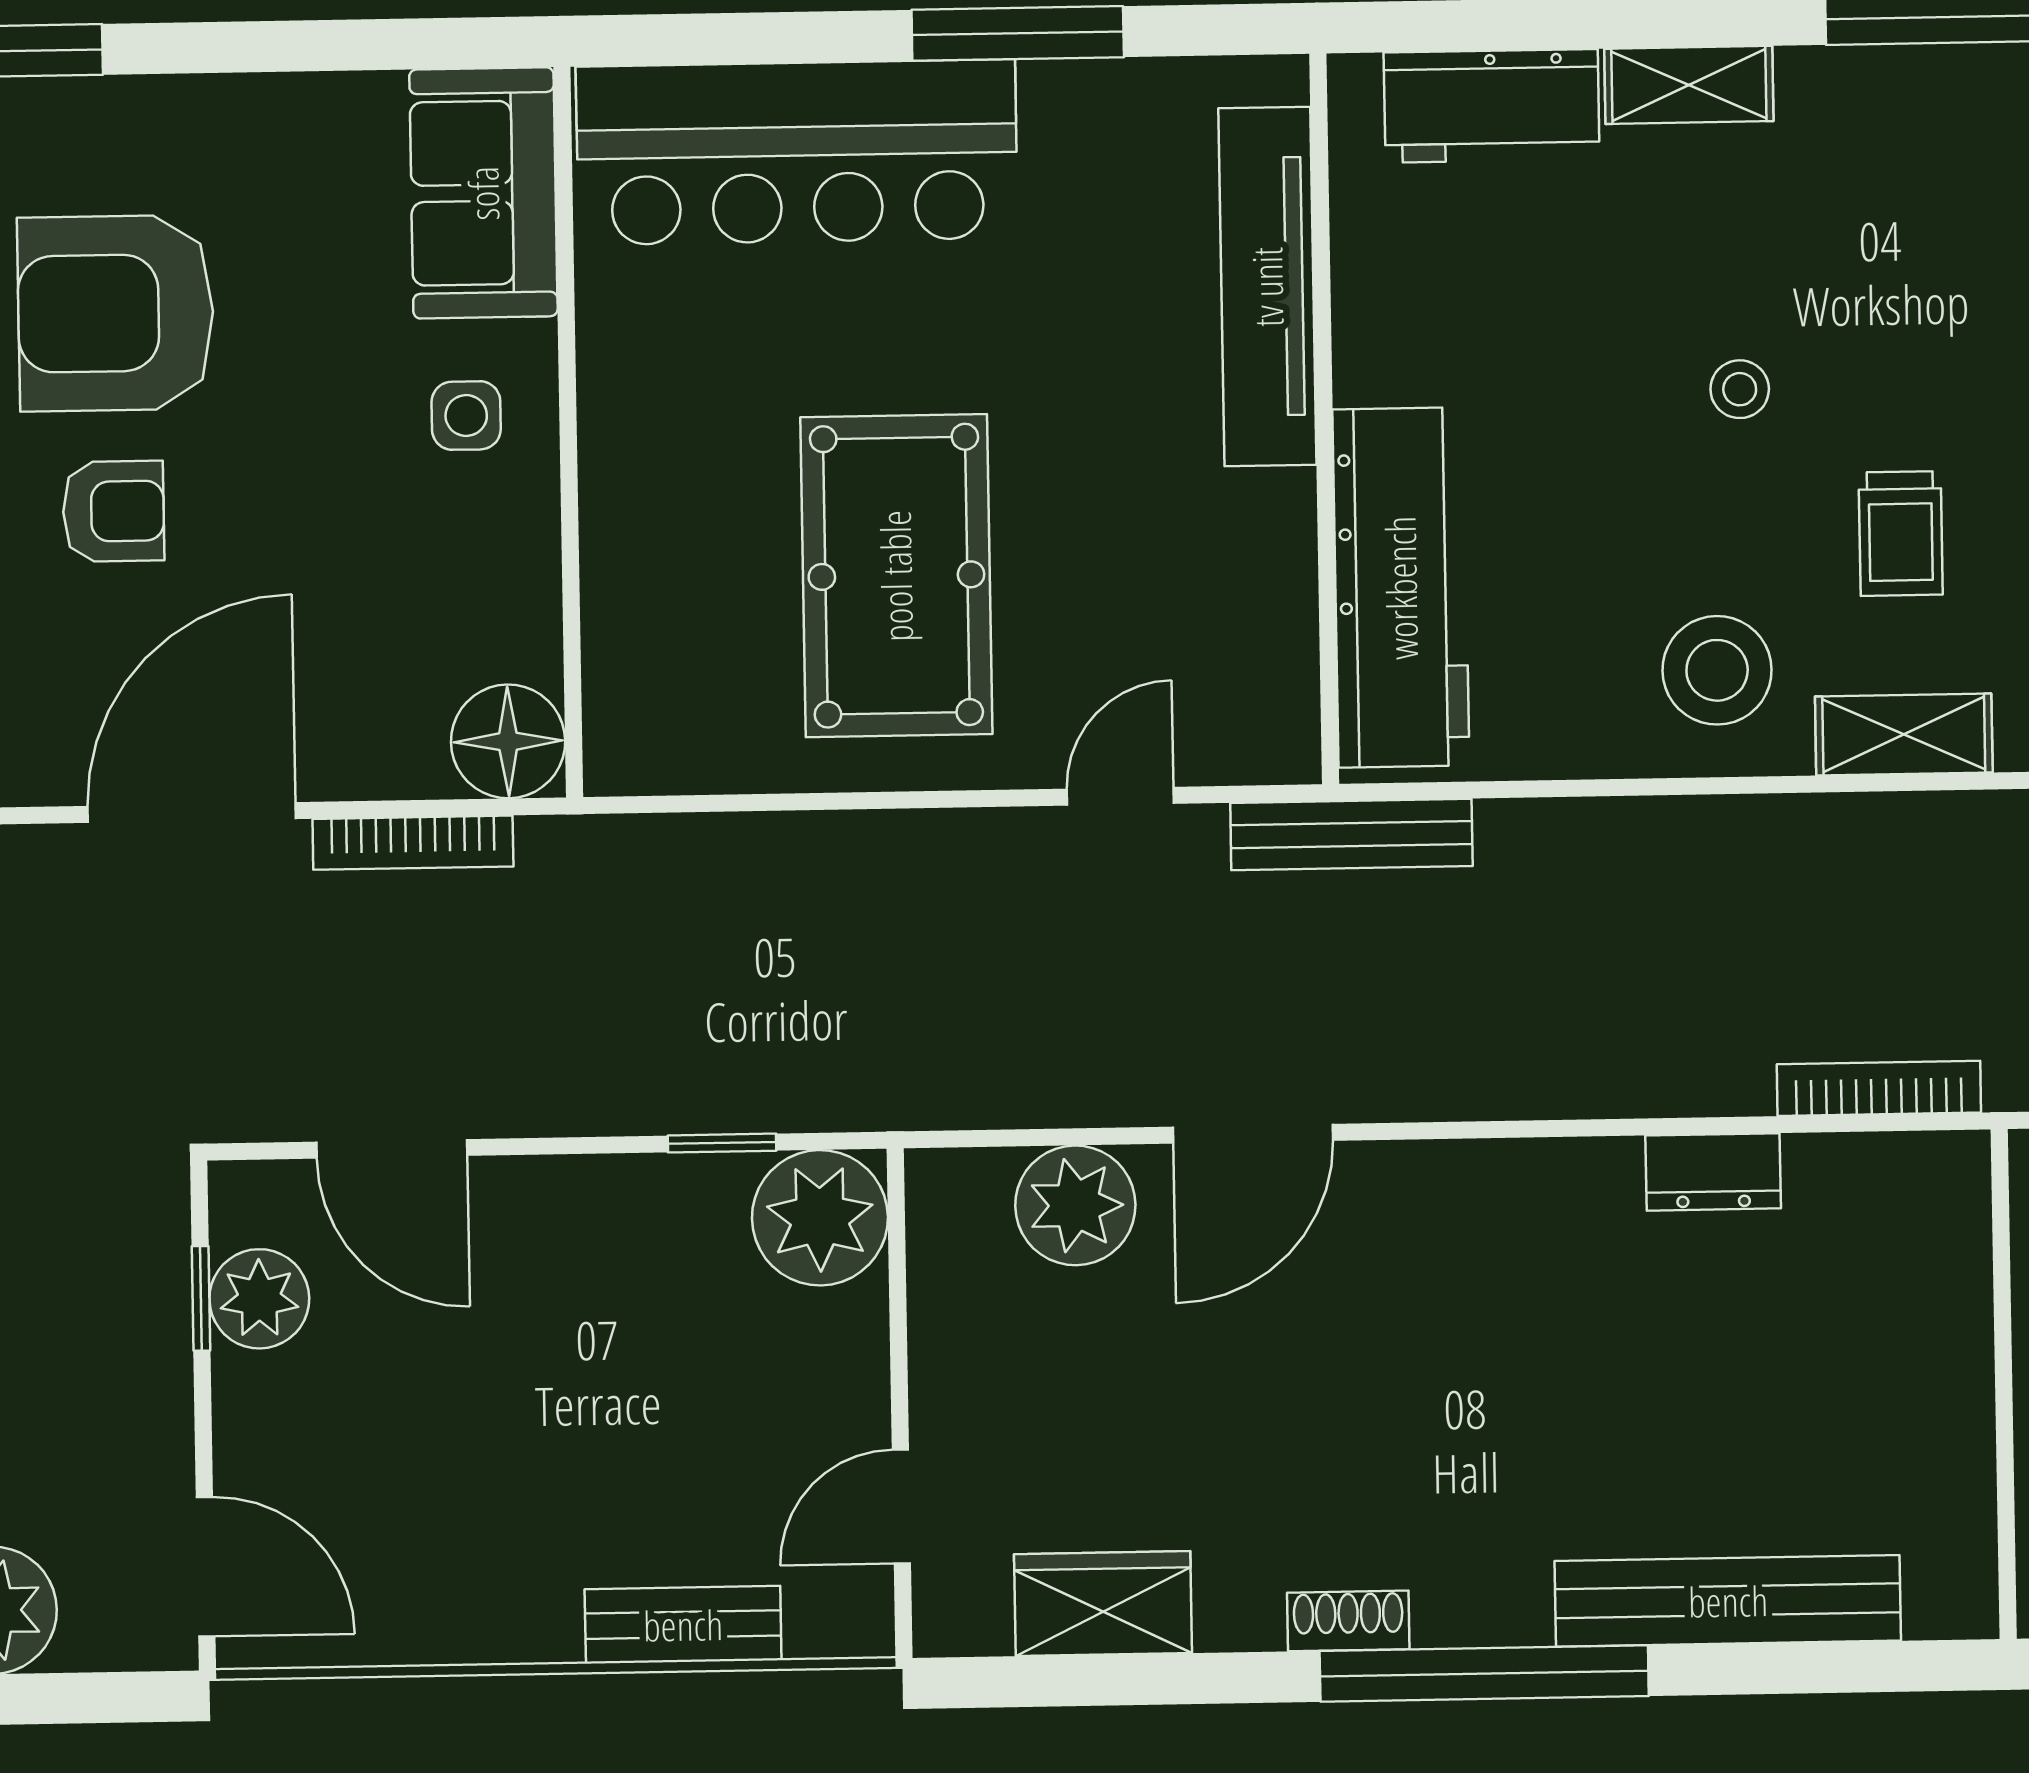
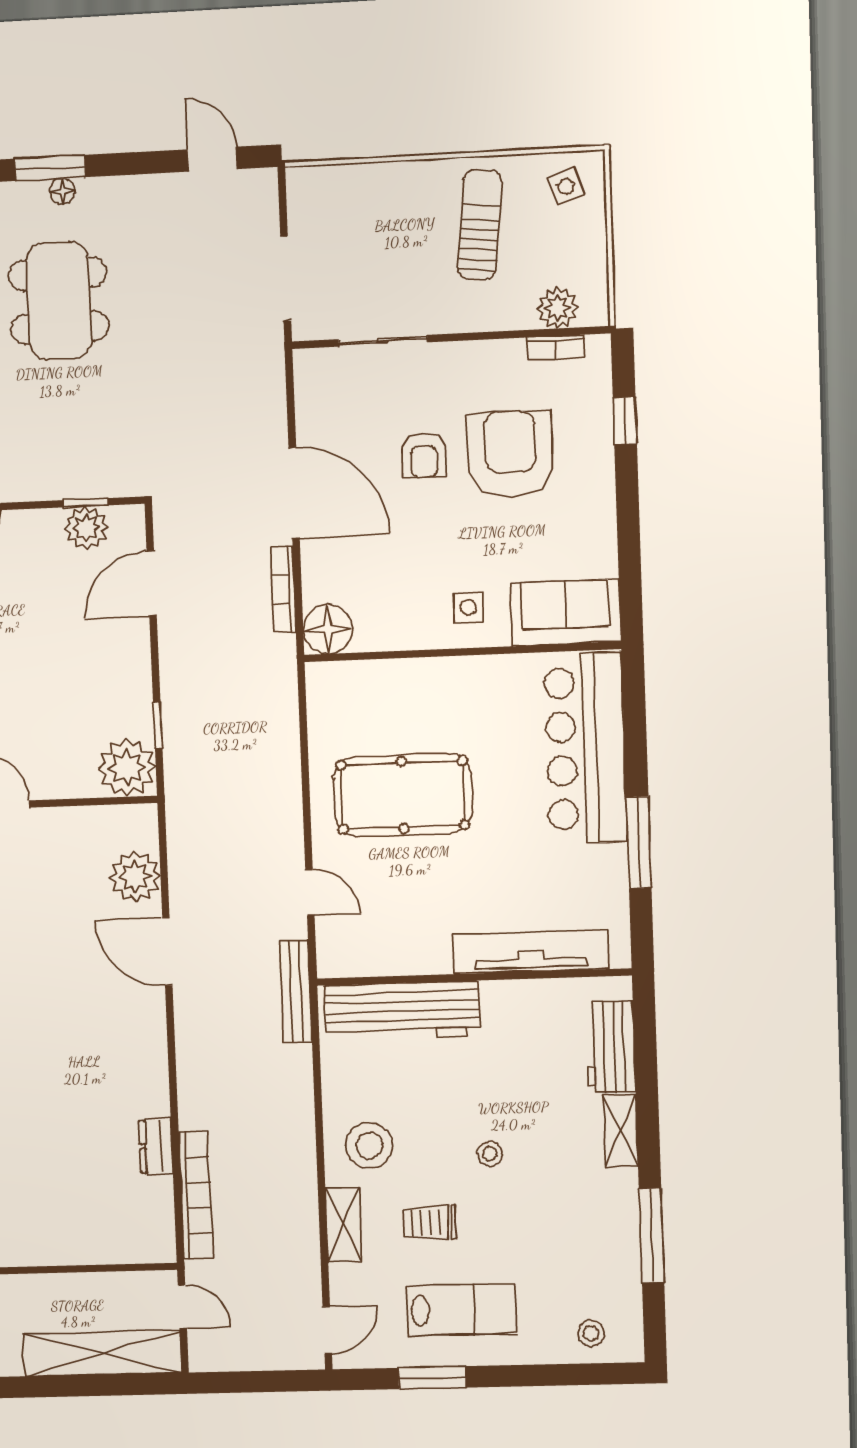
bookcase: (1879, 1088) -> (196, 1195), width x1.48, depth x1.31

